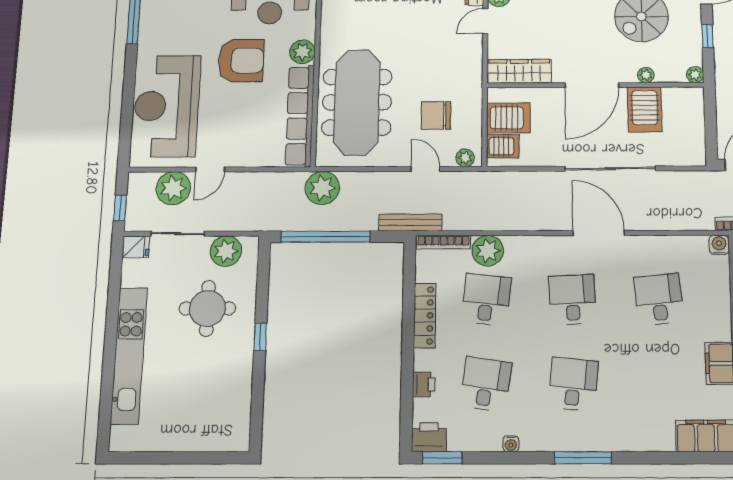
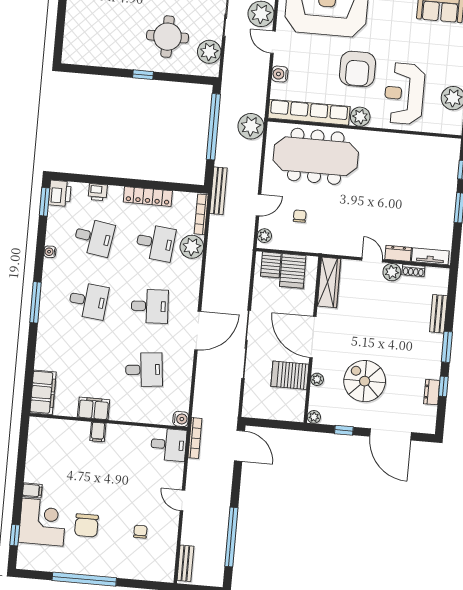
chair: (436, 115) -> (300, 216), width x0.54, depth x0.54
water cooler: (252, 157) -> (280, 74), added

